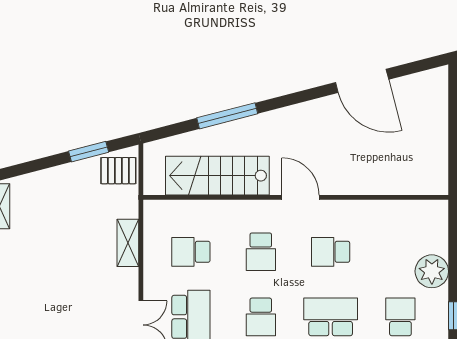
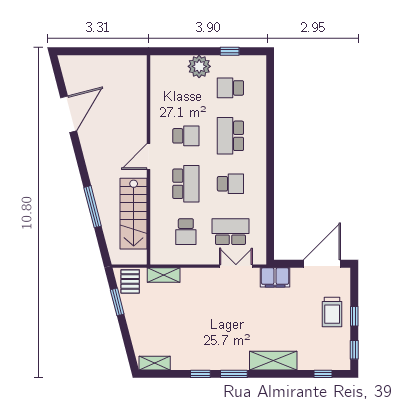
shelving: (128, 243) -> (164, 275), moved
school desk: (261, 252) -> (186, 184), width x1.85
school desk: (331, 252) -> (186, 136), turned -90

